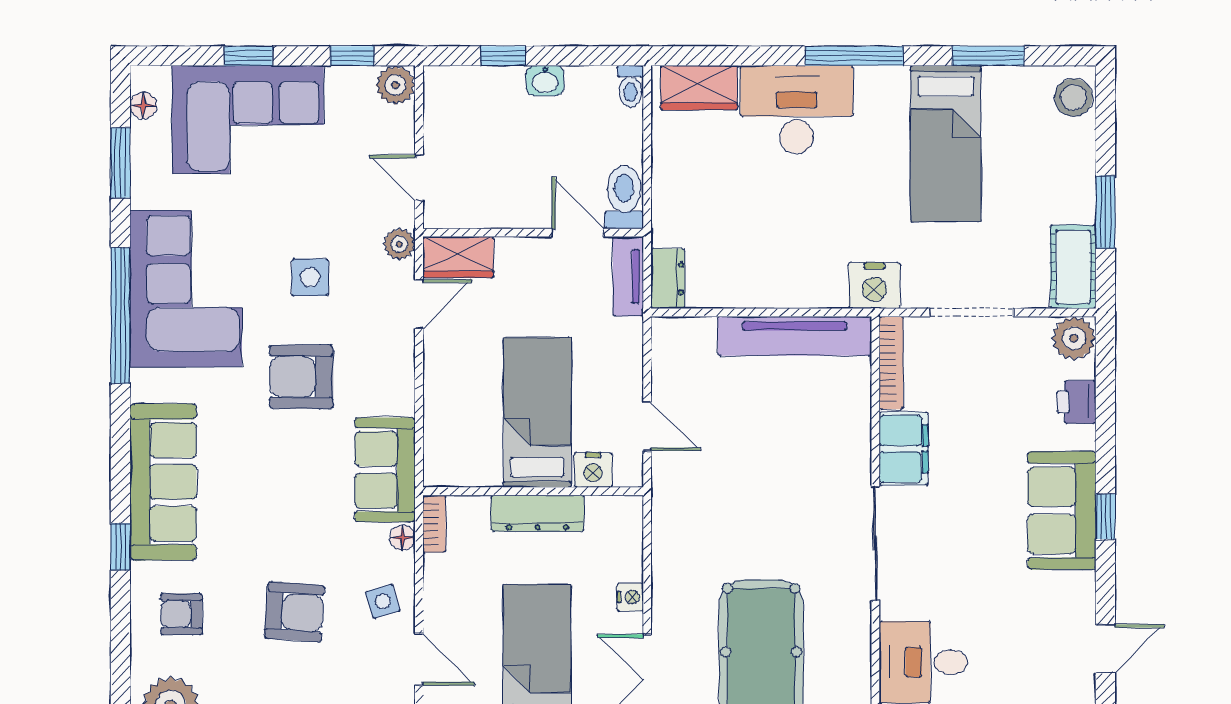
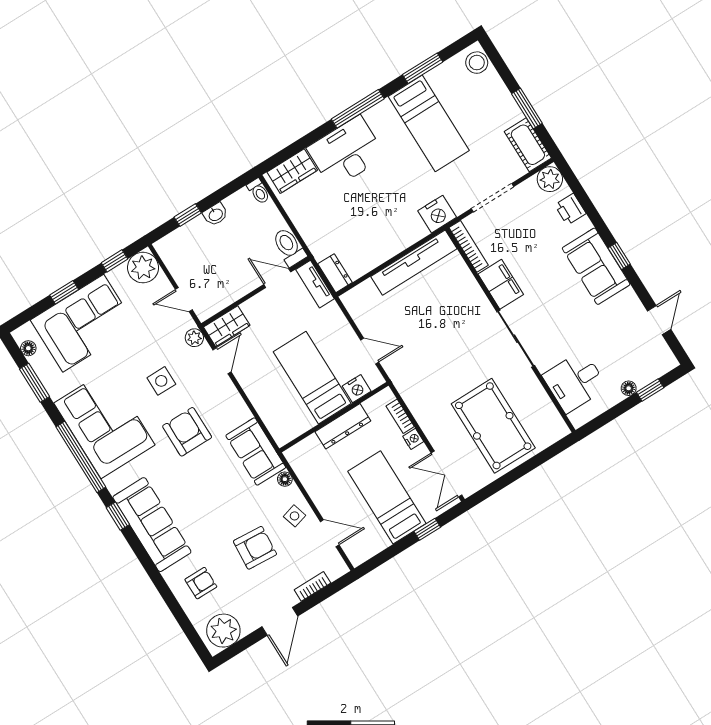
plant: (395, 85) -> (143, 268), width x1.36, depth x1.36
armchair: (301, 377) -> (187, 432), turned 90
bookcase: (434, 524) -> (400, 416), moved, turned 180
window: (120, 547) -> (118, 516), moved
armchair: (182, 614) -> (201, 583), turned 180

